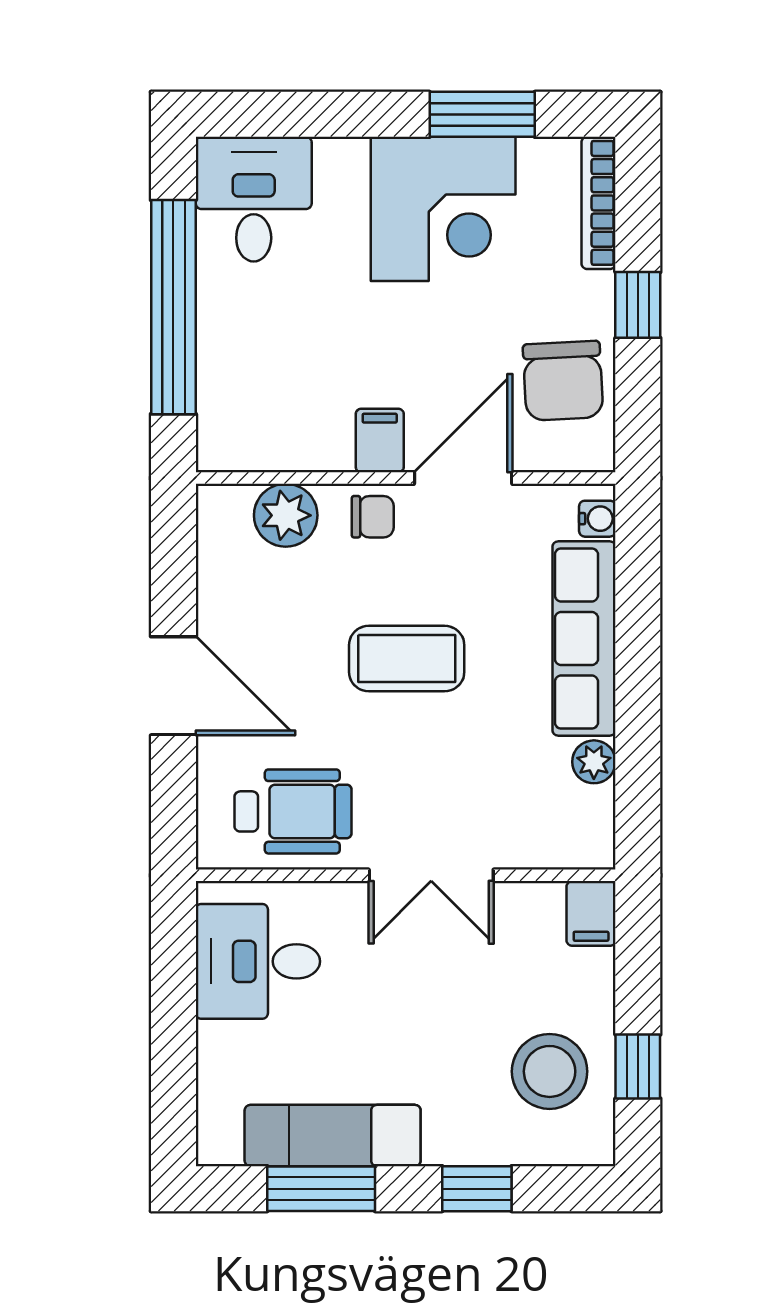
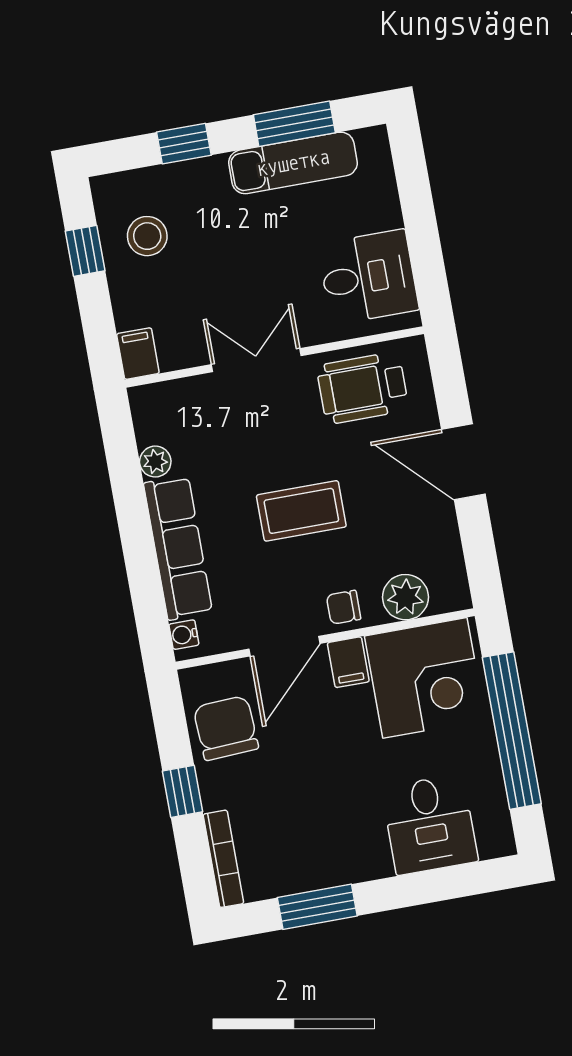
desk: (254, 199) -> (430, 824), moved
corner desk: (443, 209) -> (425, 678), moved, turned 180
stool: (550, 1071) -> (147, 236), width x0.73, depth x0.73

